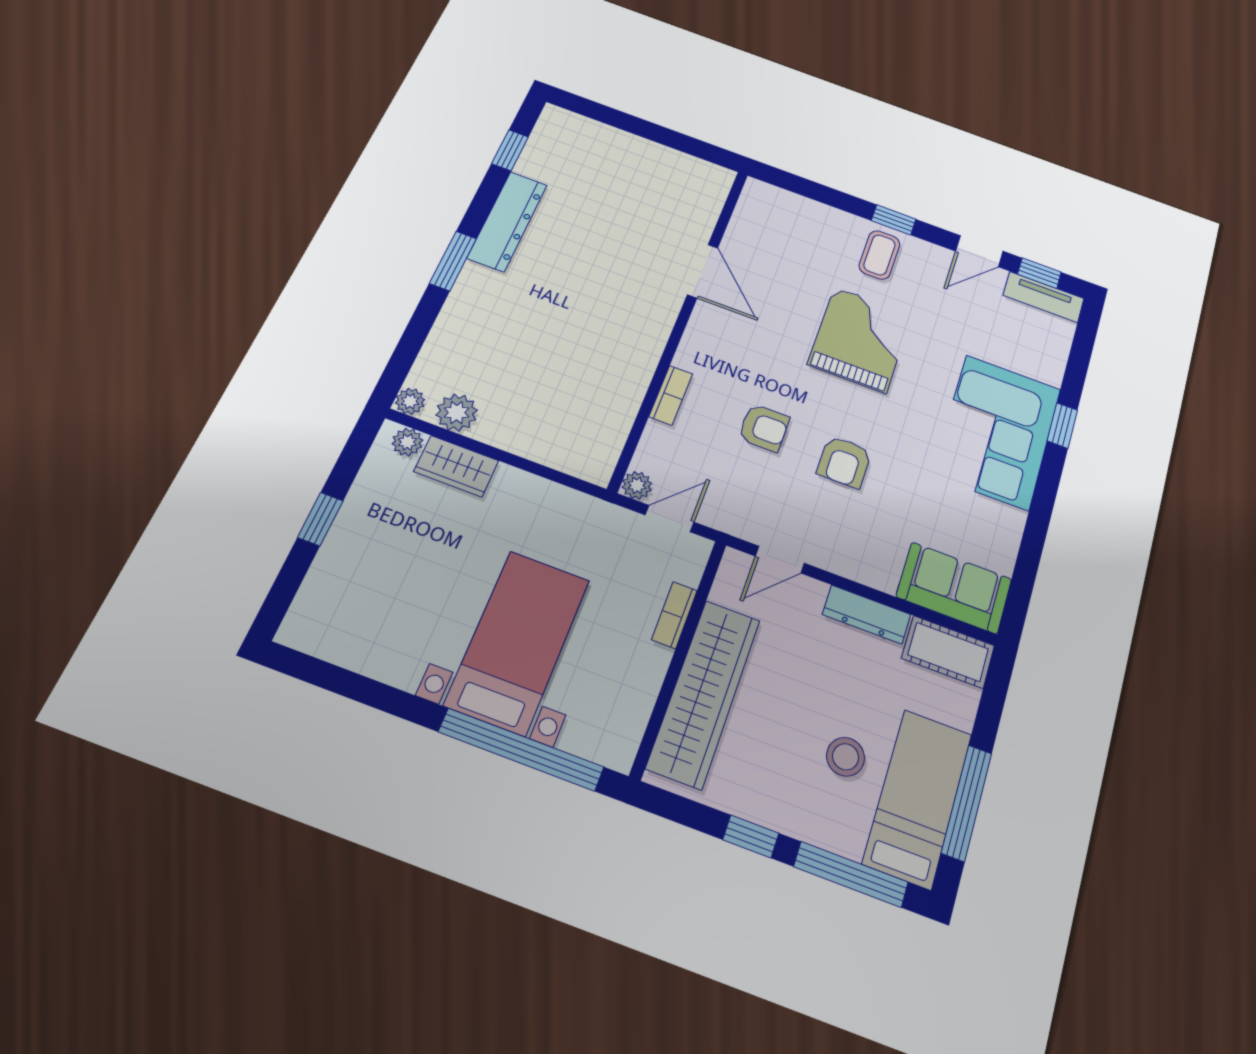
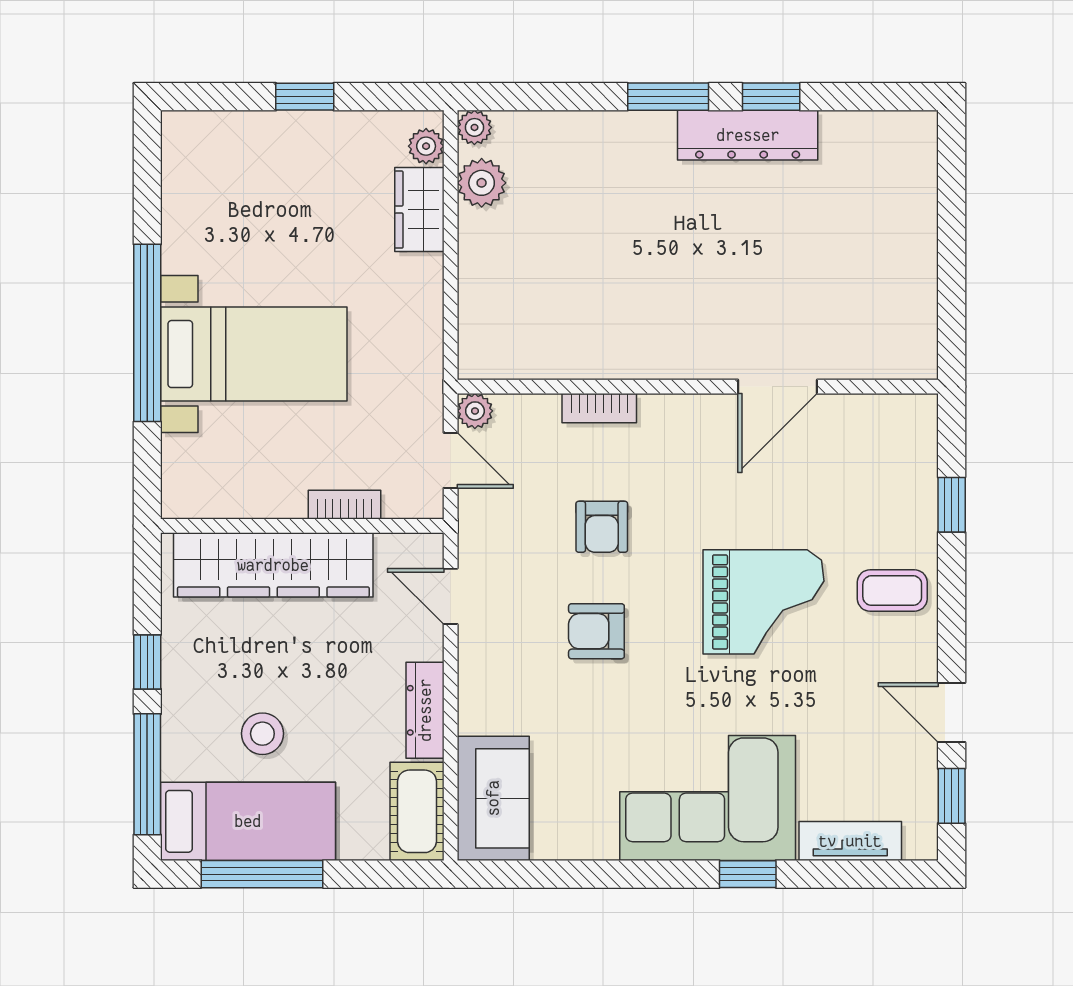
window: (510, 150) -> (771, 97), moved
window: (894, 220) -> (952, 505), moved
tv unit: (1044, 297) -> (850, 841), moved, turned 90
window: (521, 749) -> (147, 333), moved

